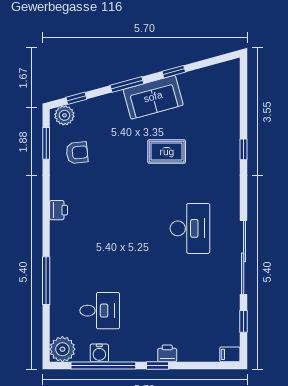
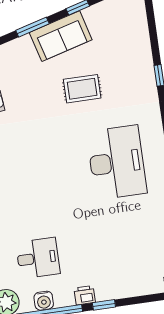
desk: (190, 228) -> (117, 162), width x1.36, depth x1.30
printer: (167, 353) -> (85, 295), moved

